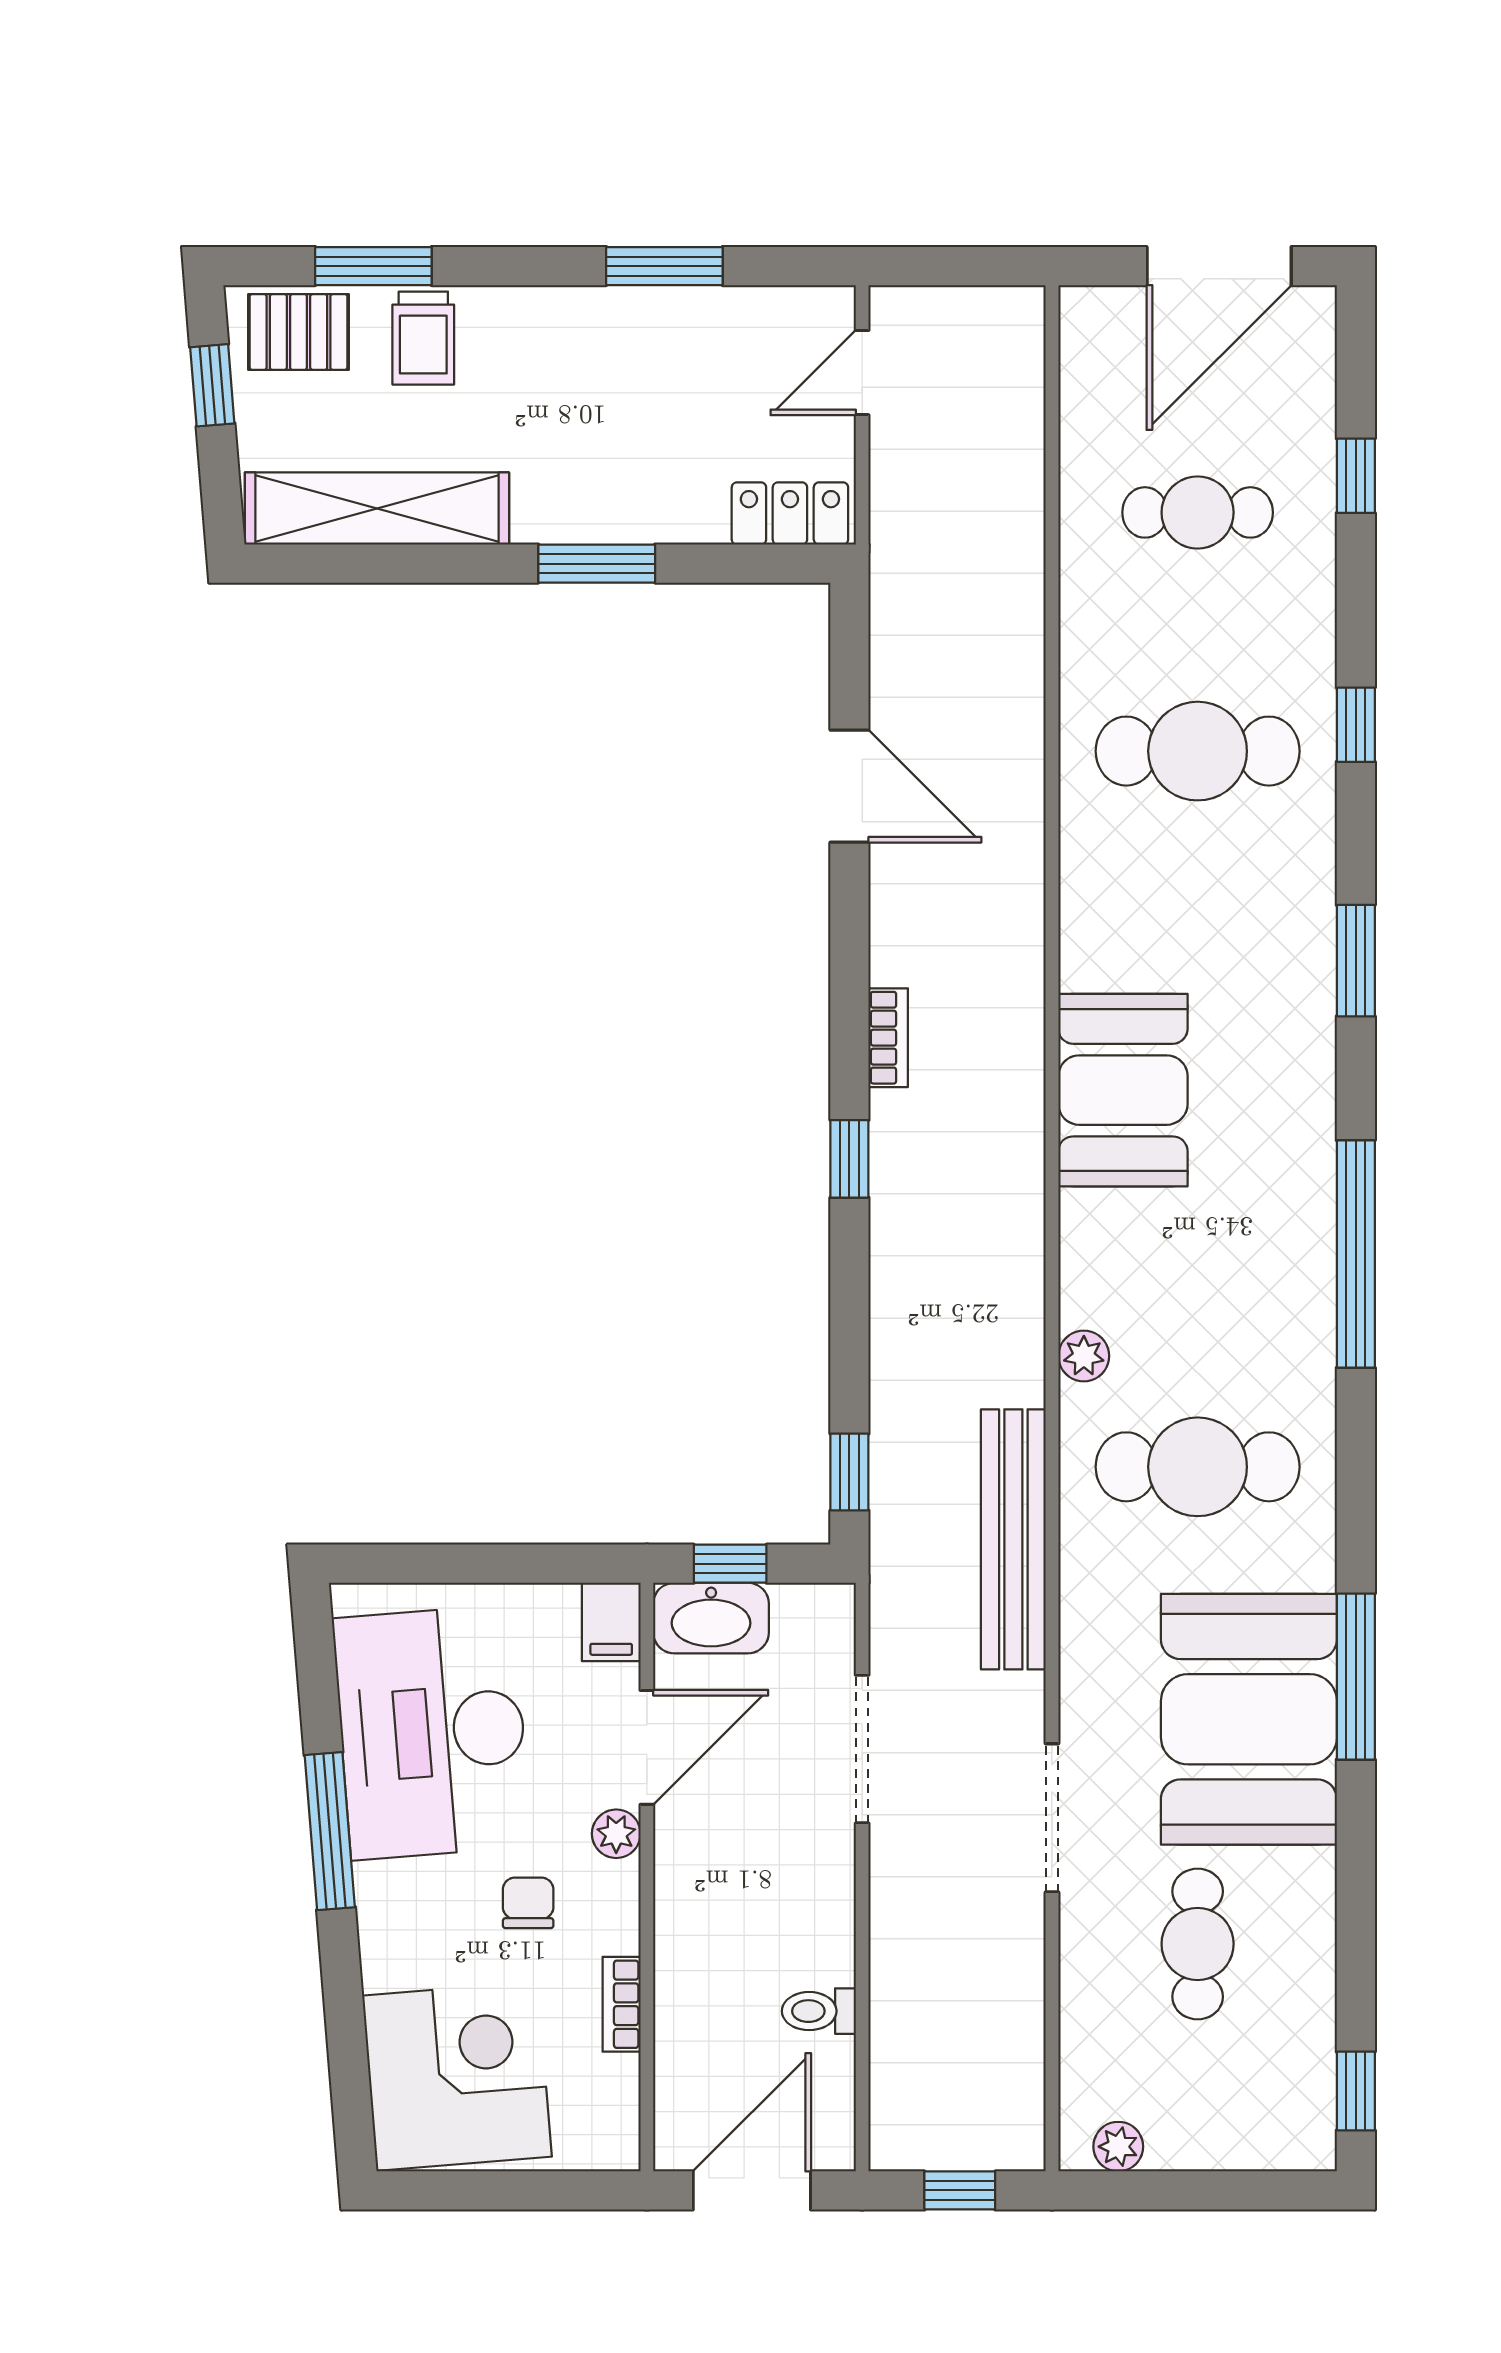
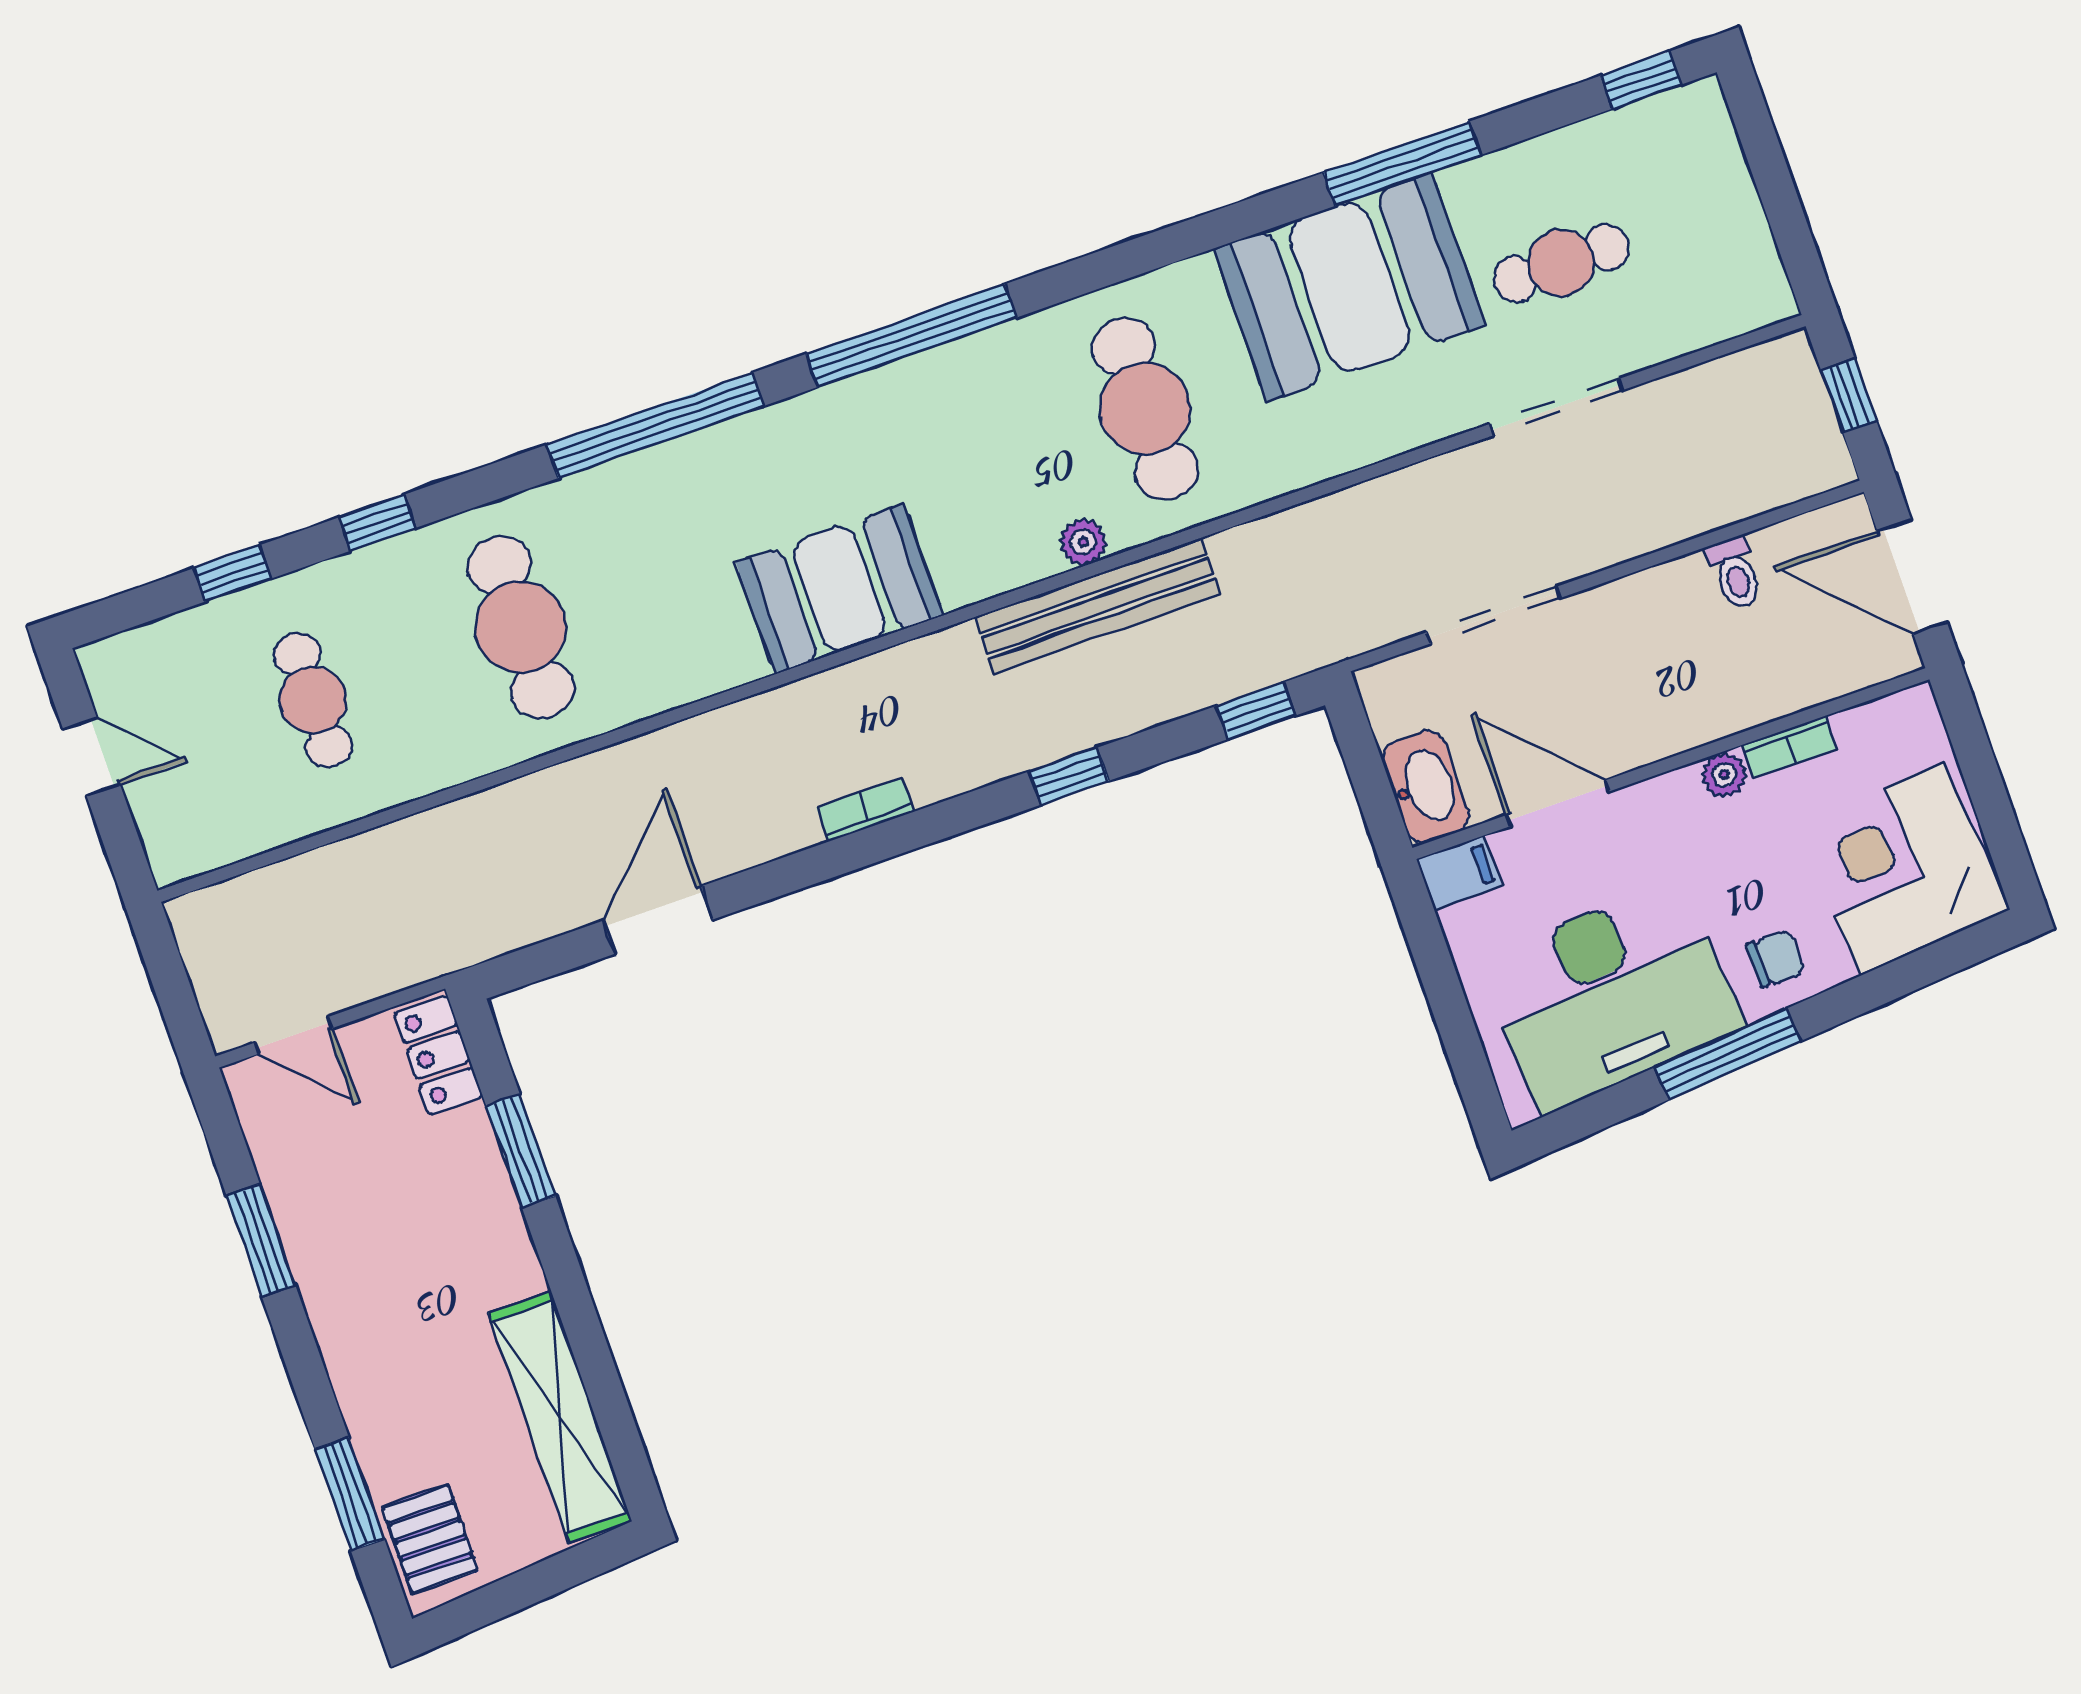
door: (1219, 266) -> (92, 757), width x0.53
trolley: (423, 338) -> (397, 1428), removed
window: (212, 385) -> (503, 1598), removed
window: (597, 564) -> (521, 1151), moved
window: (1356, 725) -> (377, 523), moved
window: (1356, 961) -> (655, 425), width x2.11
window: (849, 1159) -> (1069, 776), moved
bench: (1013, 1539) -> (1097, 606), moved
window: (730, 1564) -> (1372, 787), removed
window: (1356, 1677) -> (1402, 164), moved
doorway: (1052, 1818) -> (1556, 407), moved
plant: (616, 1834) -> (1724, 775), moved
chair: (528, 1903) -> (1775, 958), moved, turned 180
plant: (1118, 2147) -> (1762, 270), removed

